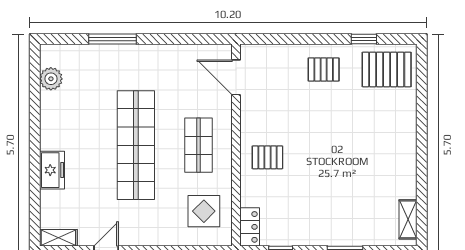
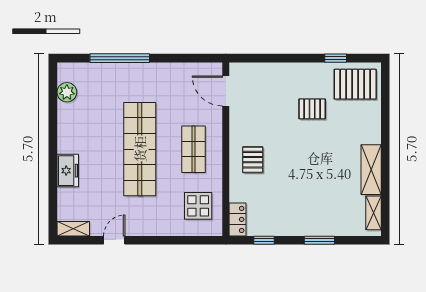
window: (112, 39) -> (120, 58), width x1.46
pallet: (324, 69) -> (312, 109), moved
pallet: (267, 157) -> (253, 160), turned 90
shelving: (405, 169) -> (371, 170), added

